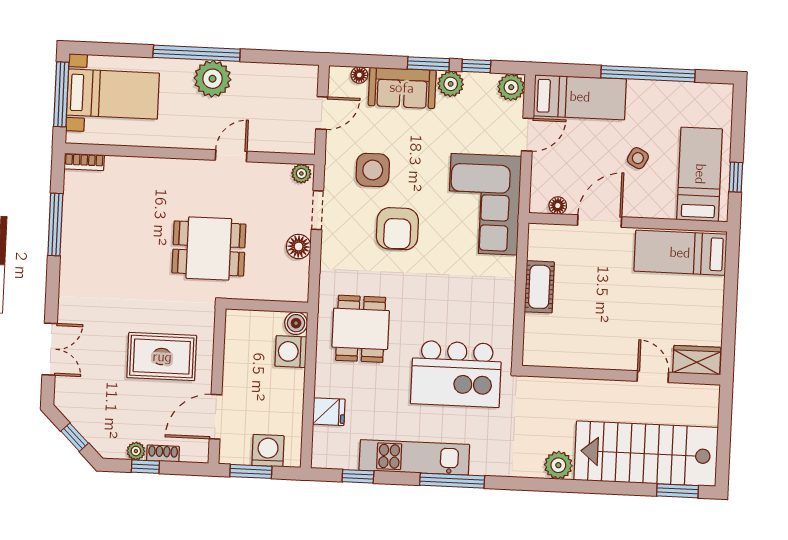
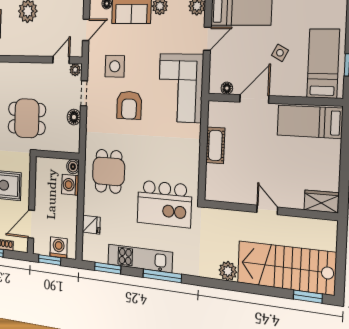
door: (231, 156) -> (61, 60), moved
door: (653, 377) -> (267, 210), moved
window: (358, 476) -> (108, 268), width x1.50

